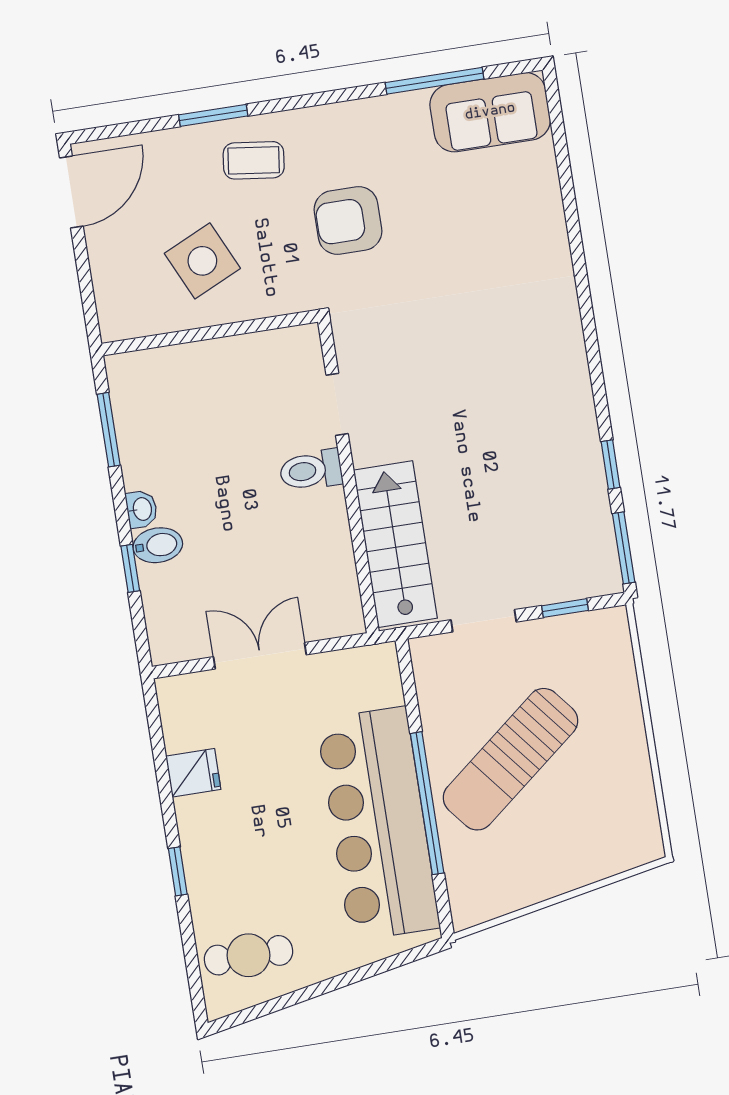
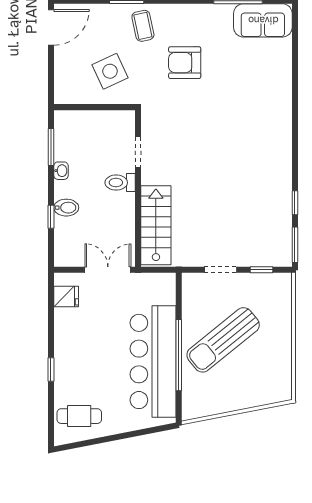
coffee table: (254, 160) -> (143, 26), turned 71
doorway: (337, 404) -> (138, 152), moved
toilet: (311, 470) -> (120, 183), moved
wall: (348, 476) -> (138, 188), moved
washbasin: (142, 509) -> (61, 171), moved
stairs: (395, 544) -> (156, 225), moved
fridge: (193, 773) -> (66, 297), moved

